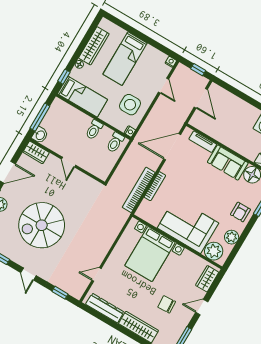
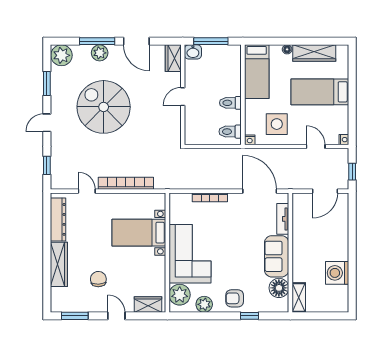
window: (64, 77) -> (266, 41), removed
door: (164, 86) -> (316, 146), swing flipped
bookcase: (139, 190) -> (126, 183), moved
bed with nightstands: (150, 254) -> (139, 233), width x0.73

